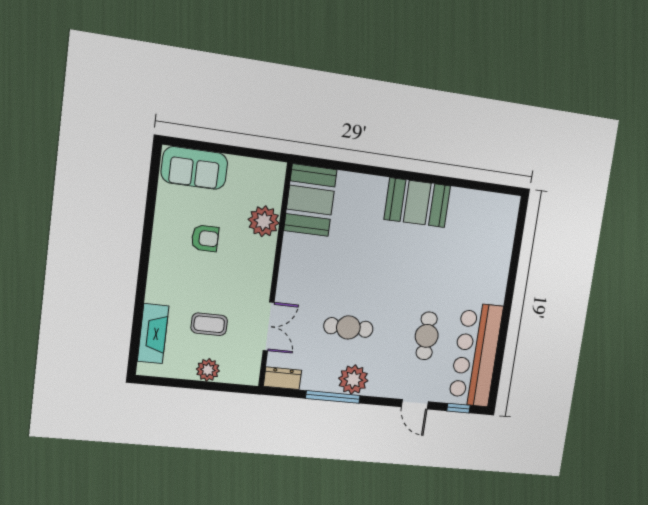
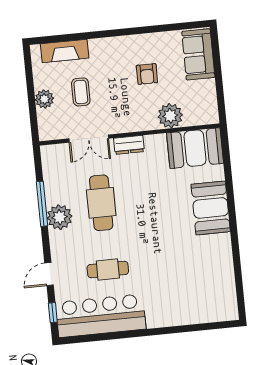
booth: (417, 203) -> (211, 208), moved
cafe table: (348, 327) -> (101, 203), width x1.37, depth x1.35
dresser: (283, 378) -> (129, 145), moved, turned 90

